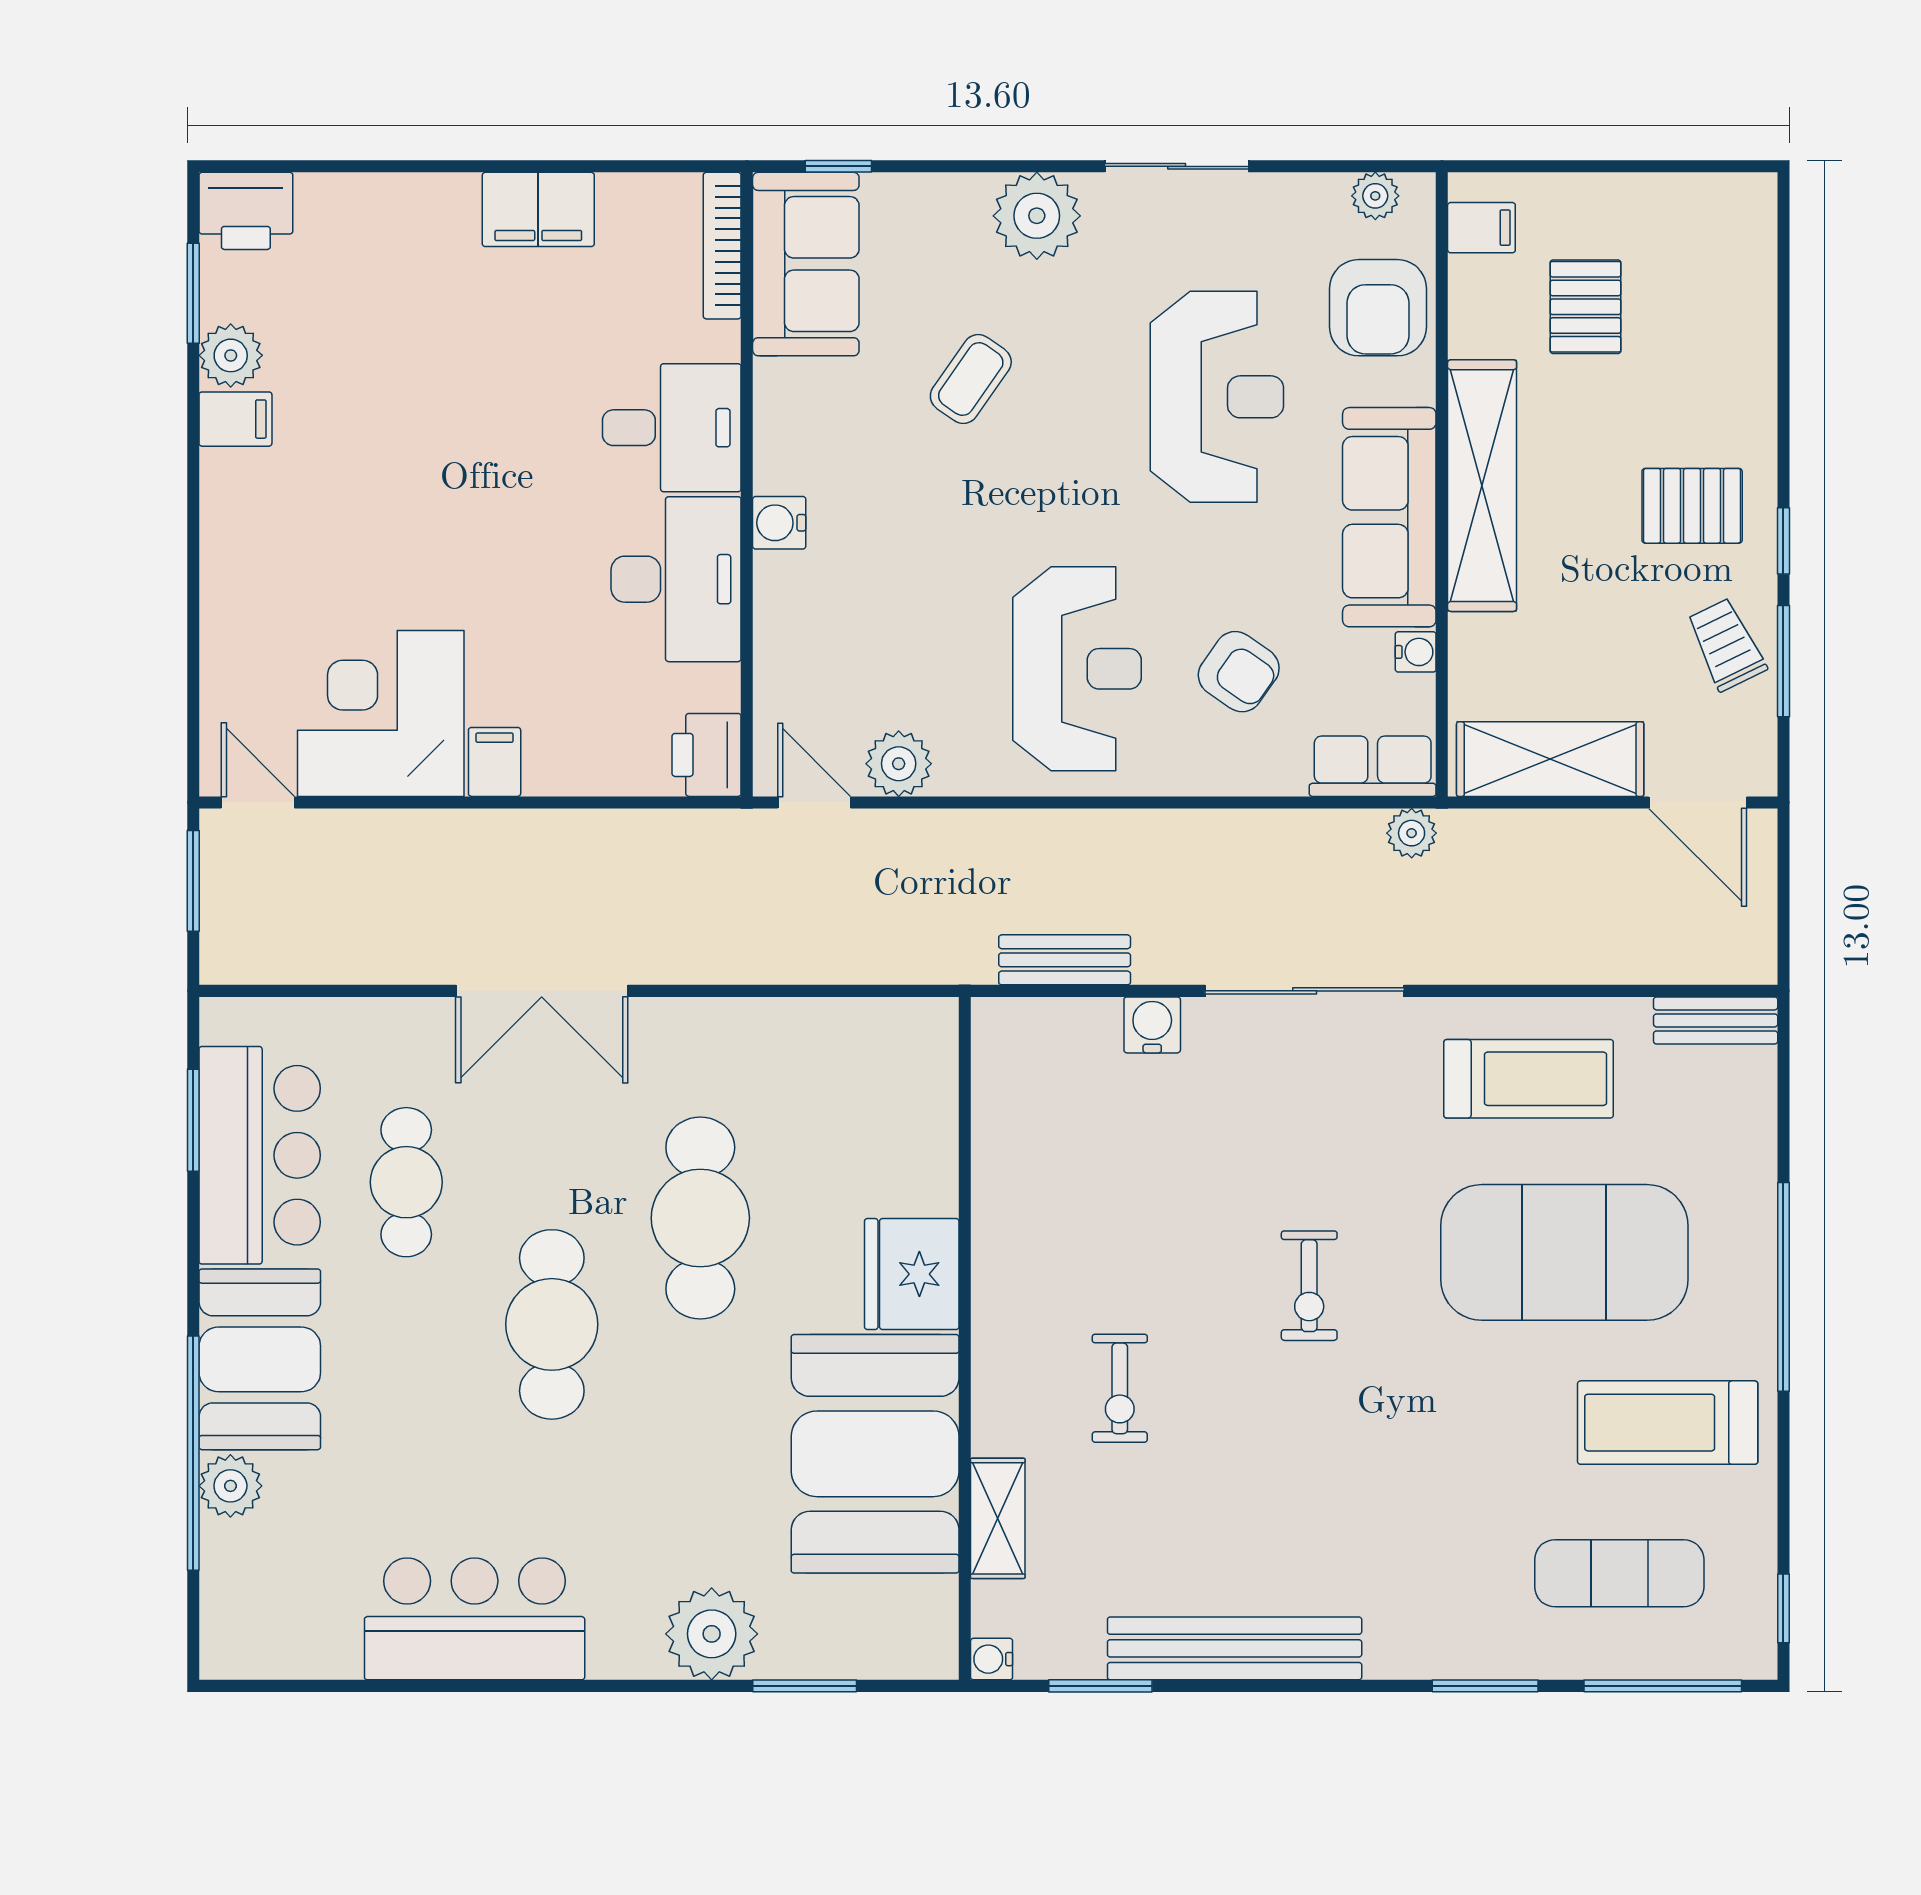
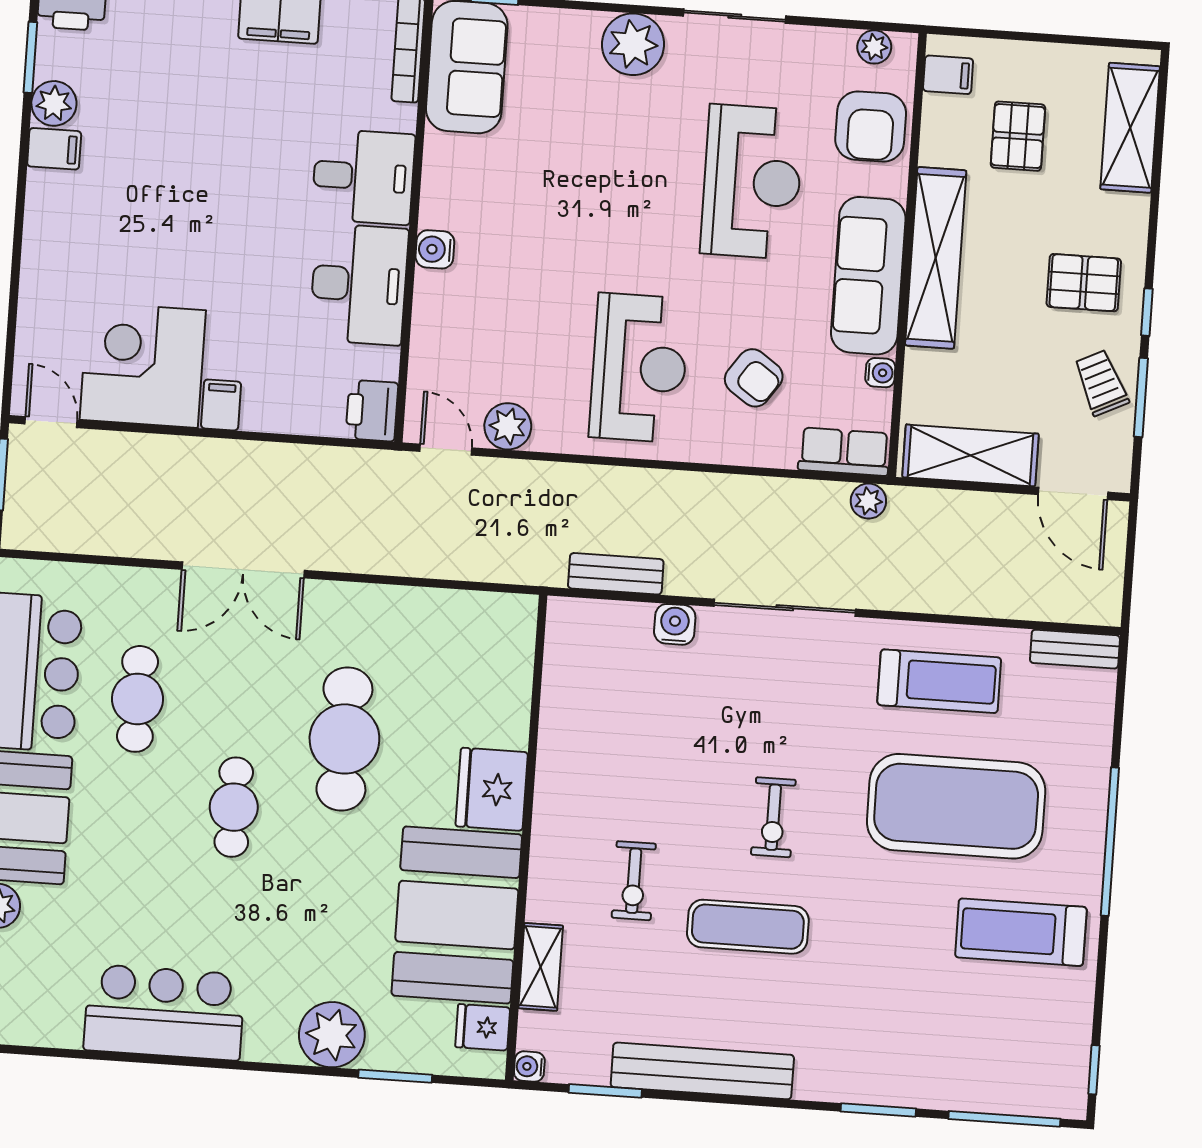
shelving: (1742, 284) -> (1130, 128), added
coffee table: (971, 379) -> (578, 157), removed
cafe table: (552, 1324) -> (234, 807), width x0.73, depth x0.74
exercise mat: (1619, 1573) -> (748, 927), moved
fridge: (922, 1609) -> (483, 1027), added

